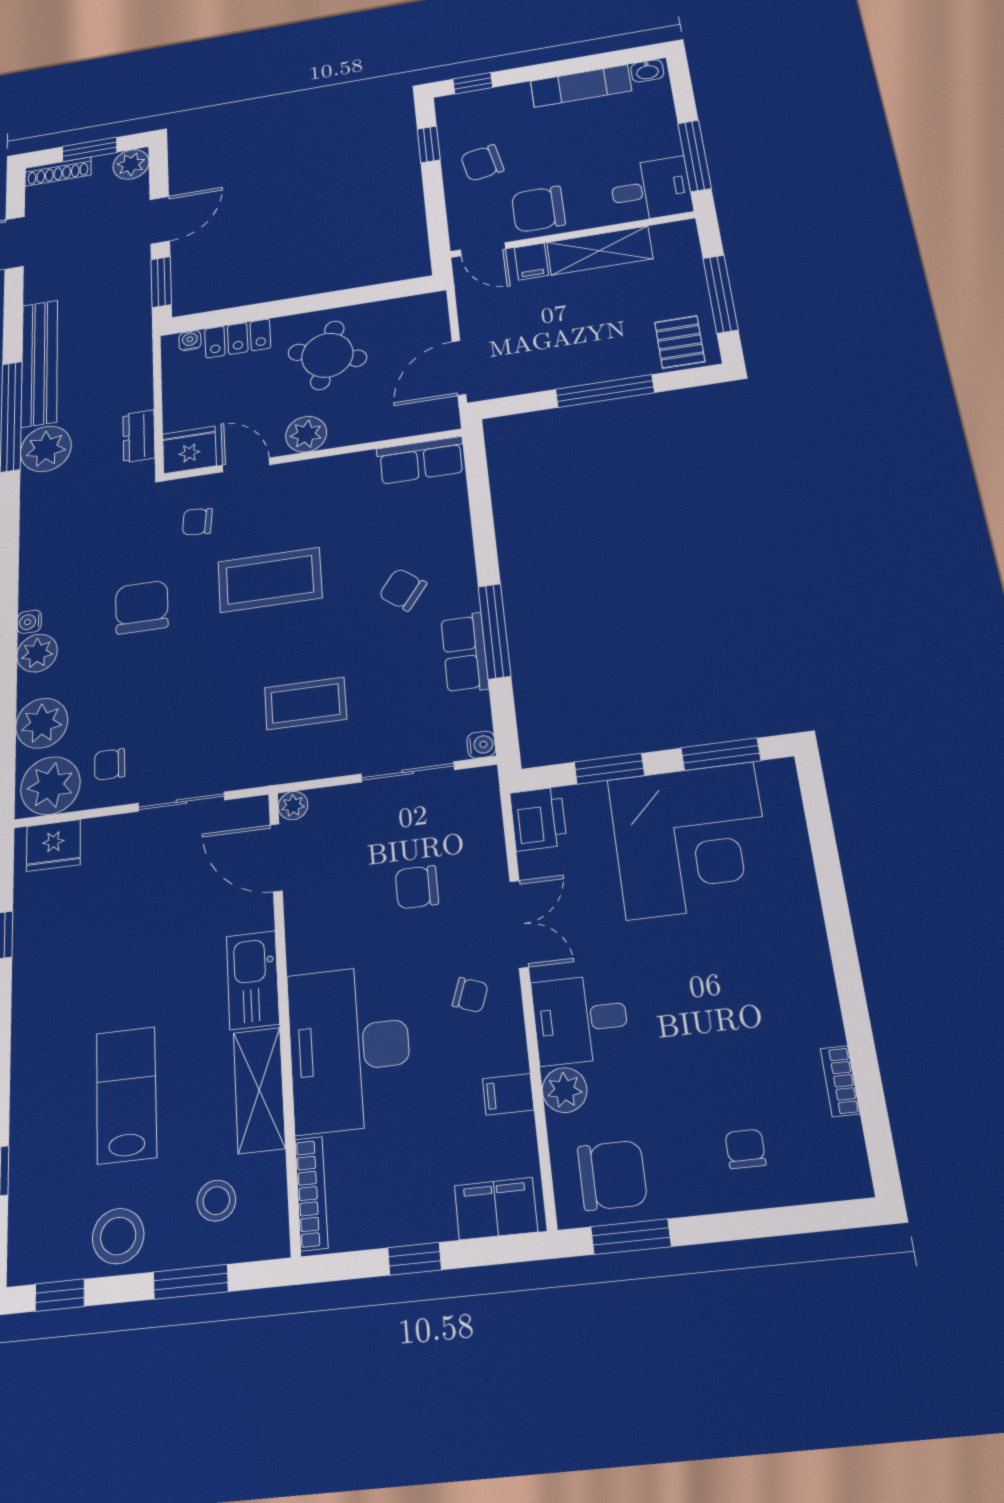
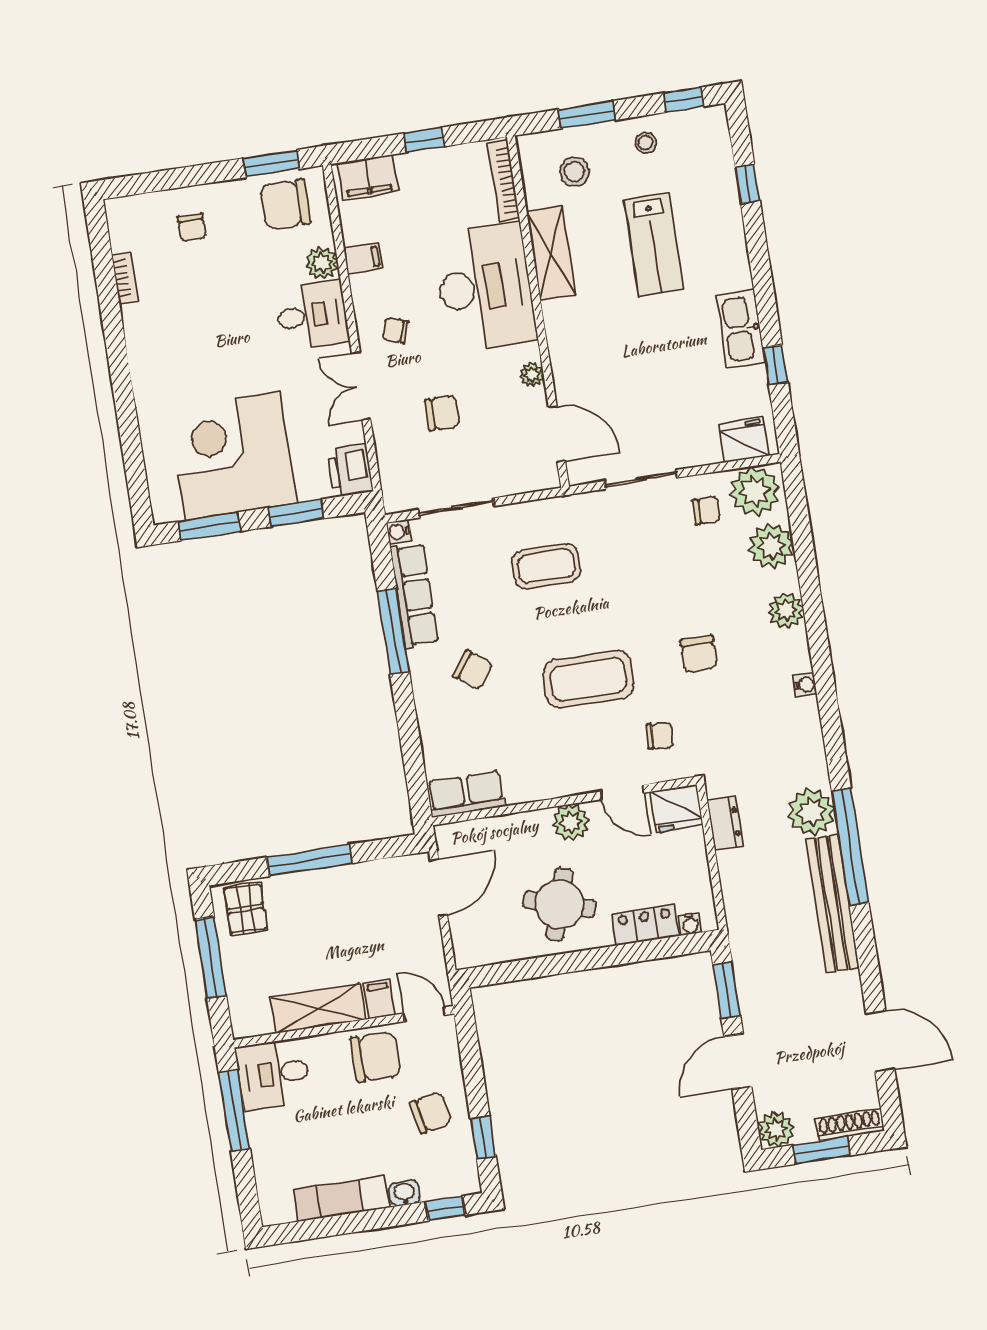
washbasin: (647, 71) -> (405, 1193), moved
chair: (142, 607) -> (699, 654), width x0.73, depth x0.73
water cooler: (29, 622) -> (805, 685), moved
row of seats: (465, 653) -> (414, 595), width x1.48
plant: (293, 806) -> (532, 375), moved
kitchen sink: (253, 980) -> (741, 329), moved, turned 180
stool: (118, 1236) -> (646, 143), width x0.53, depth x0.53

